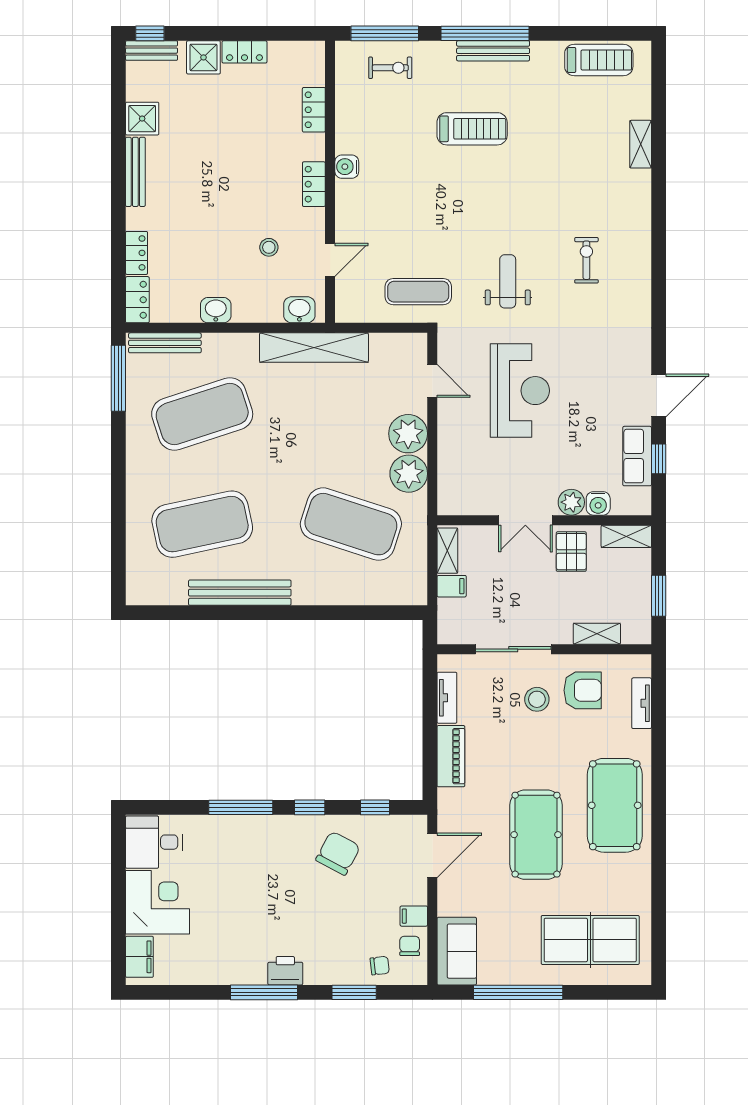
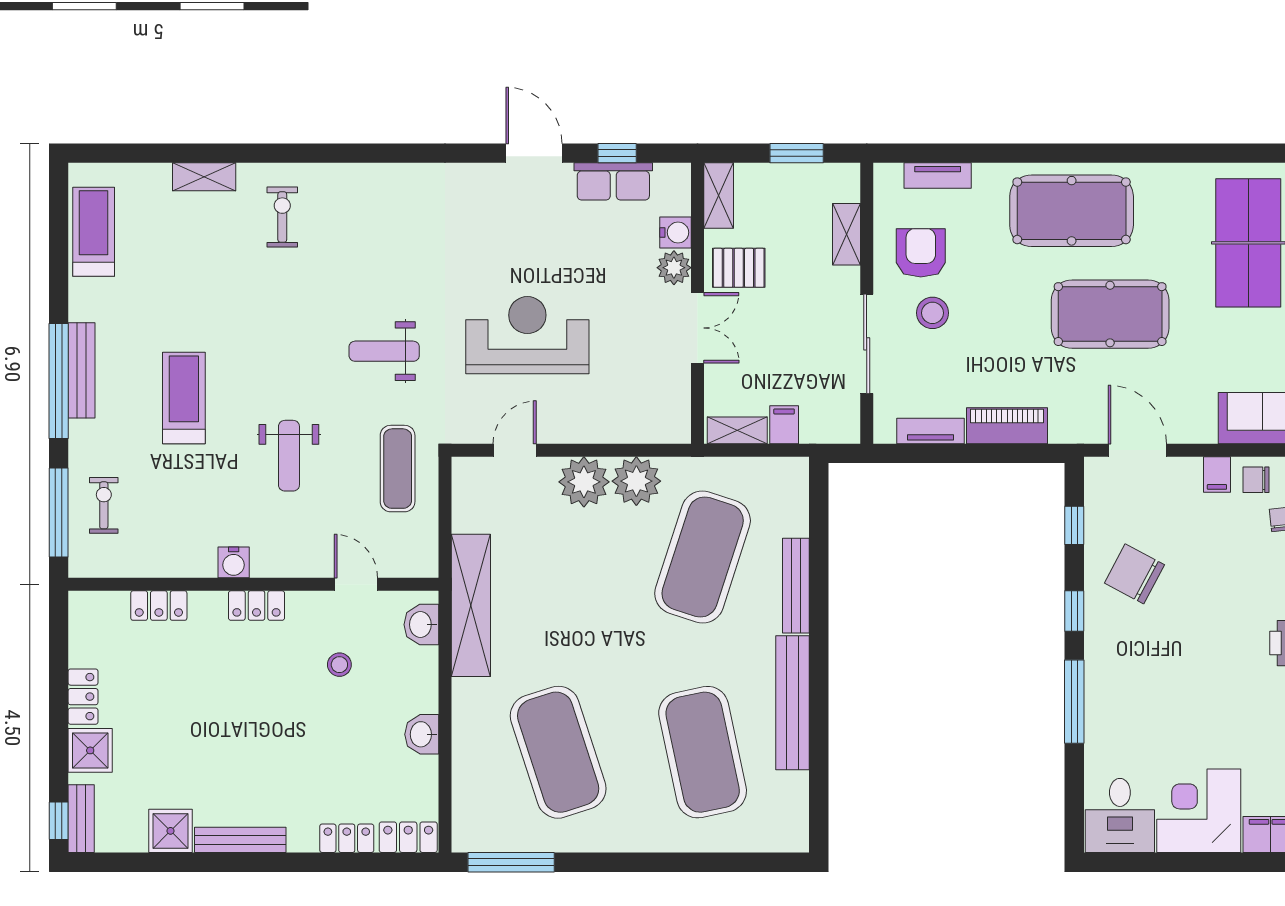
weight bench: (428, 209) -> (289, 456), added
exercise bike: (586, 260) -> (282, 217), moved, turned 90
bench: (165, 343) -> (796, 586), moved

